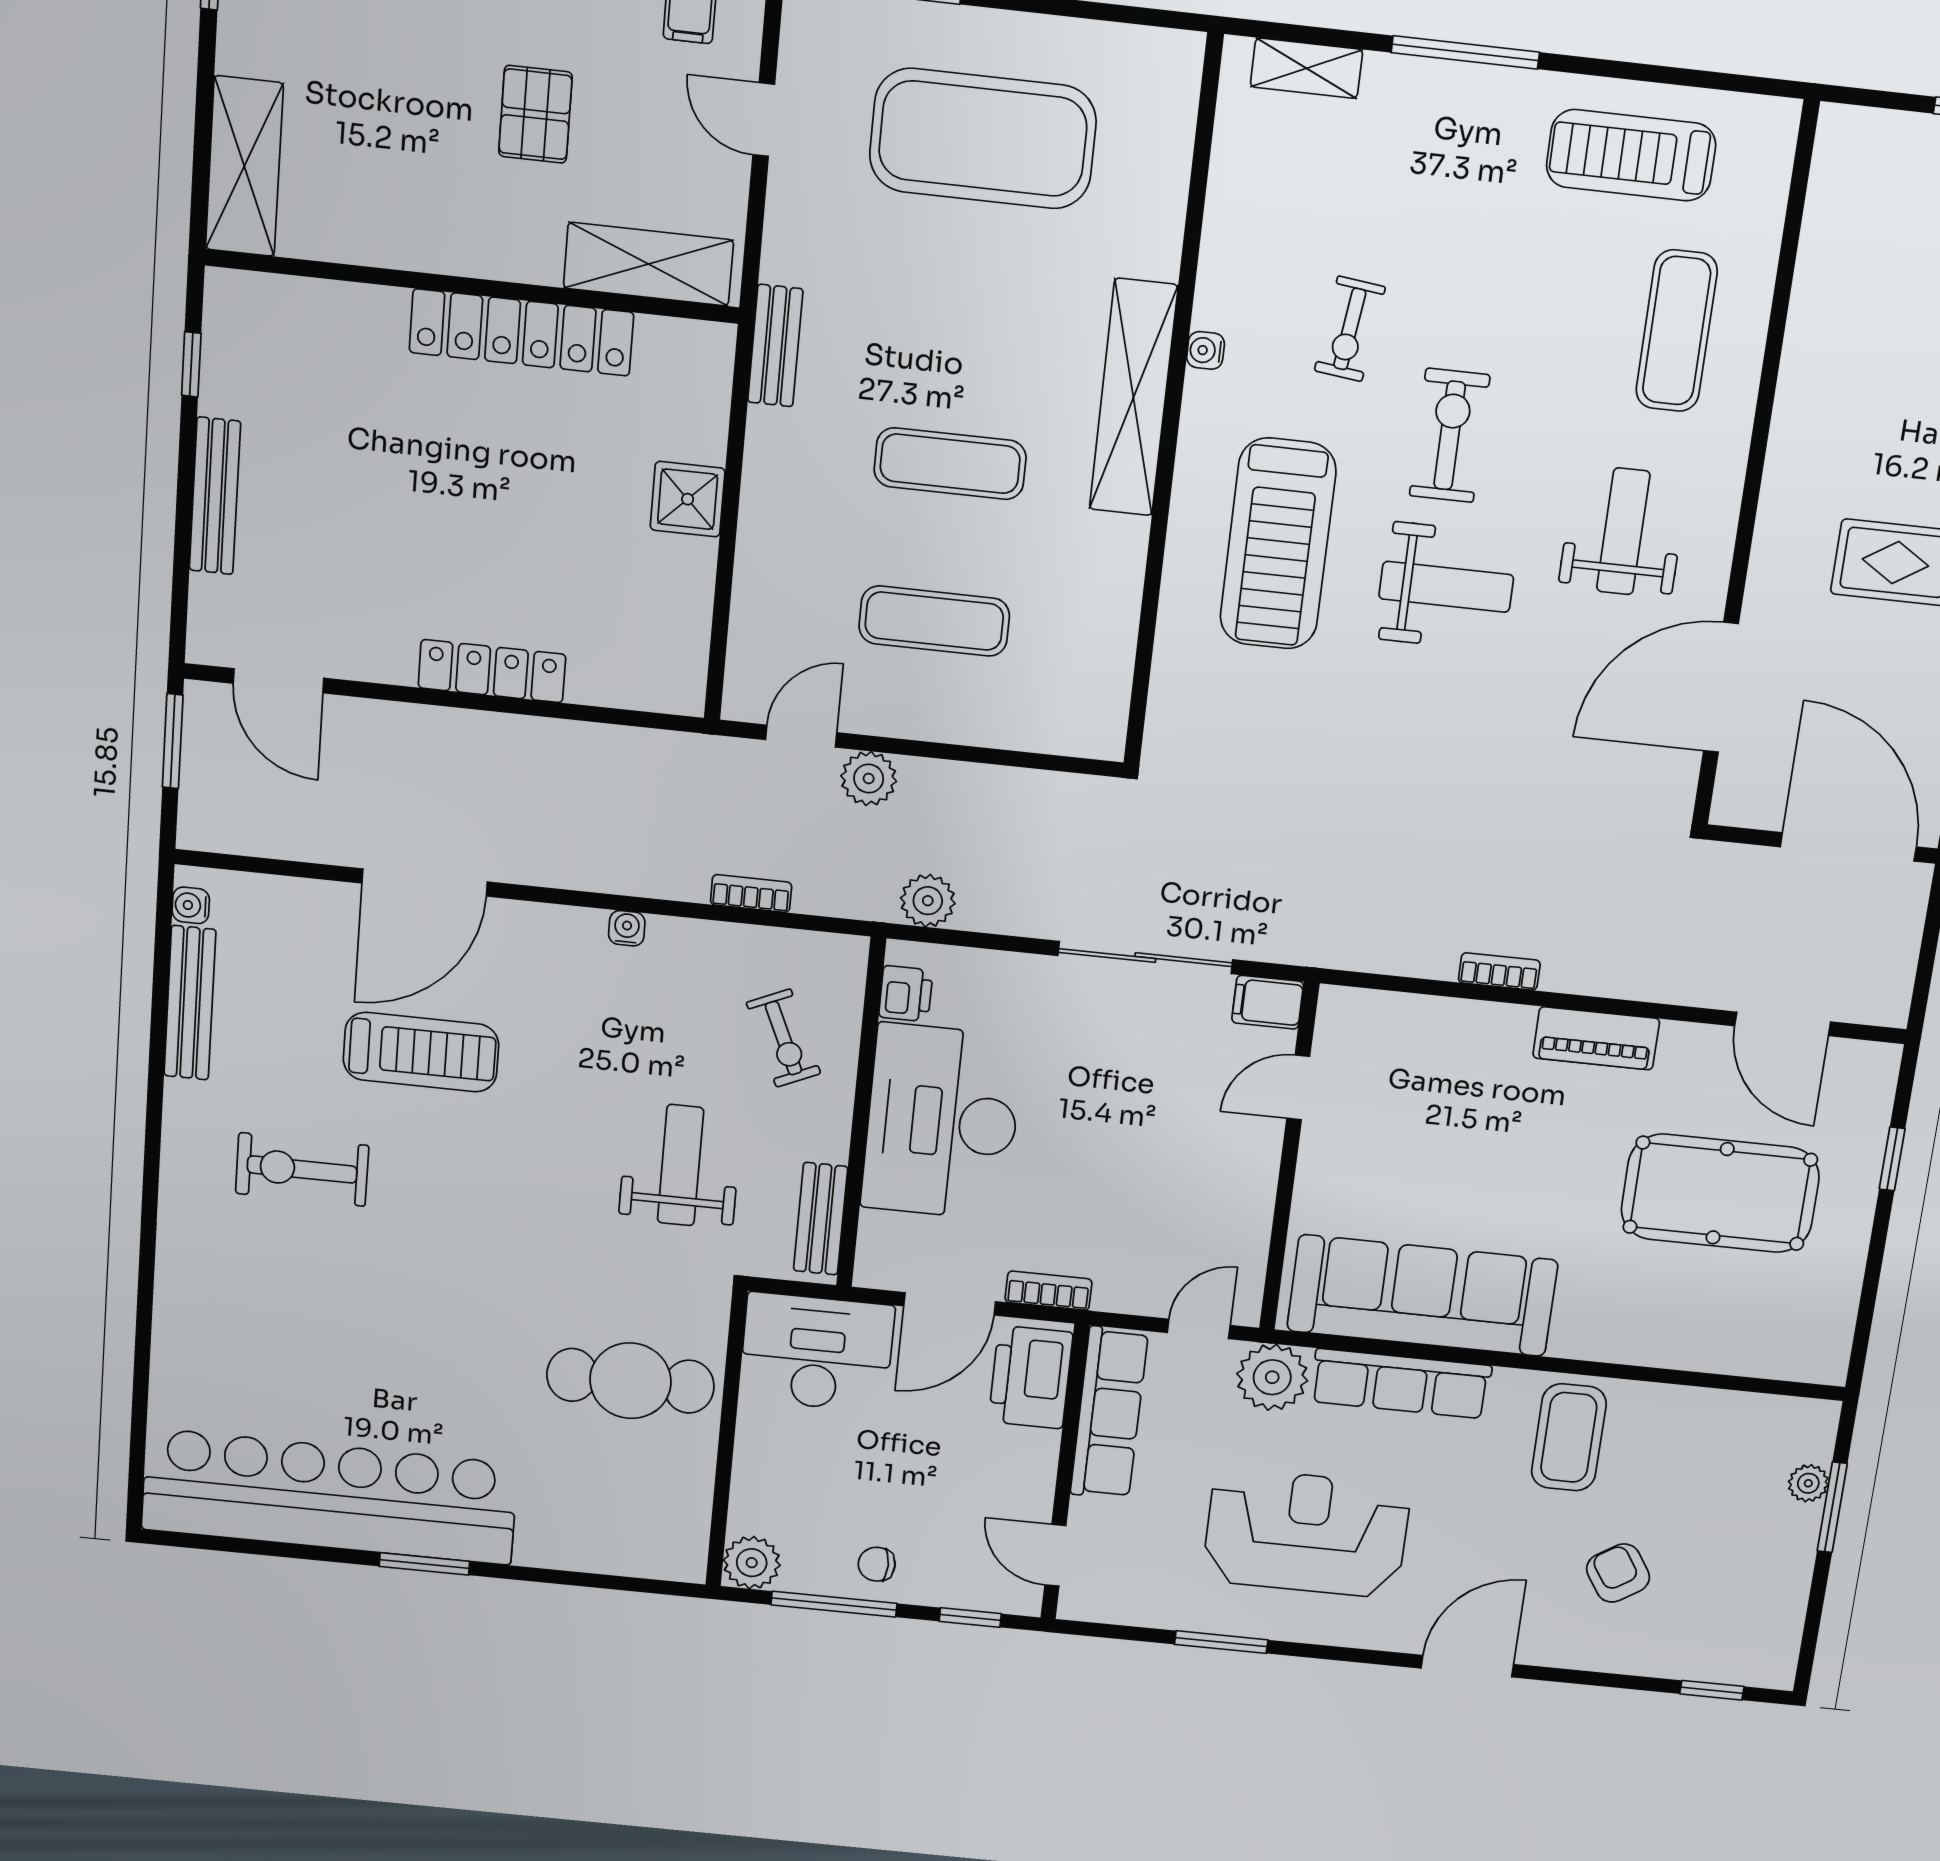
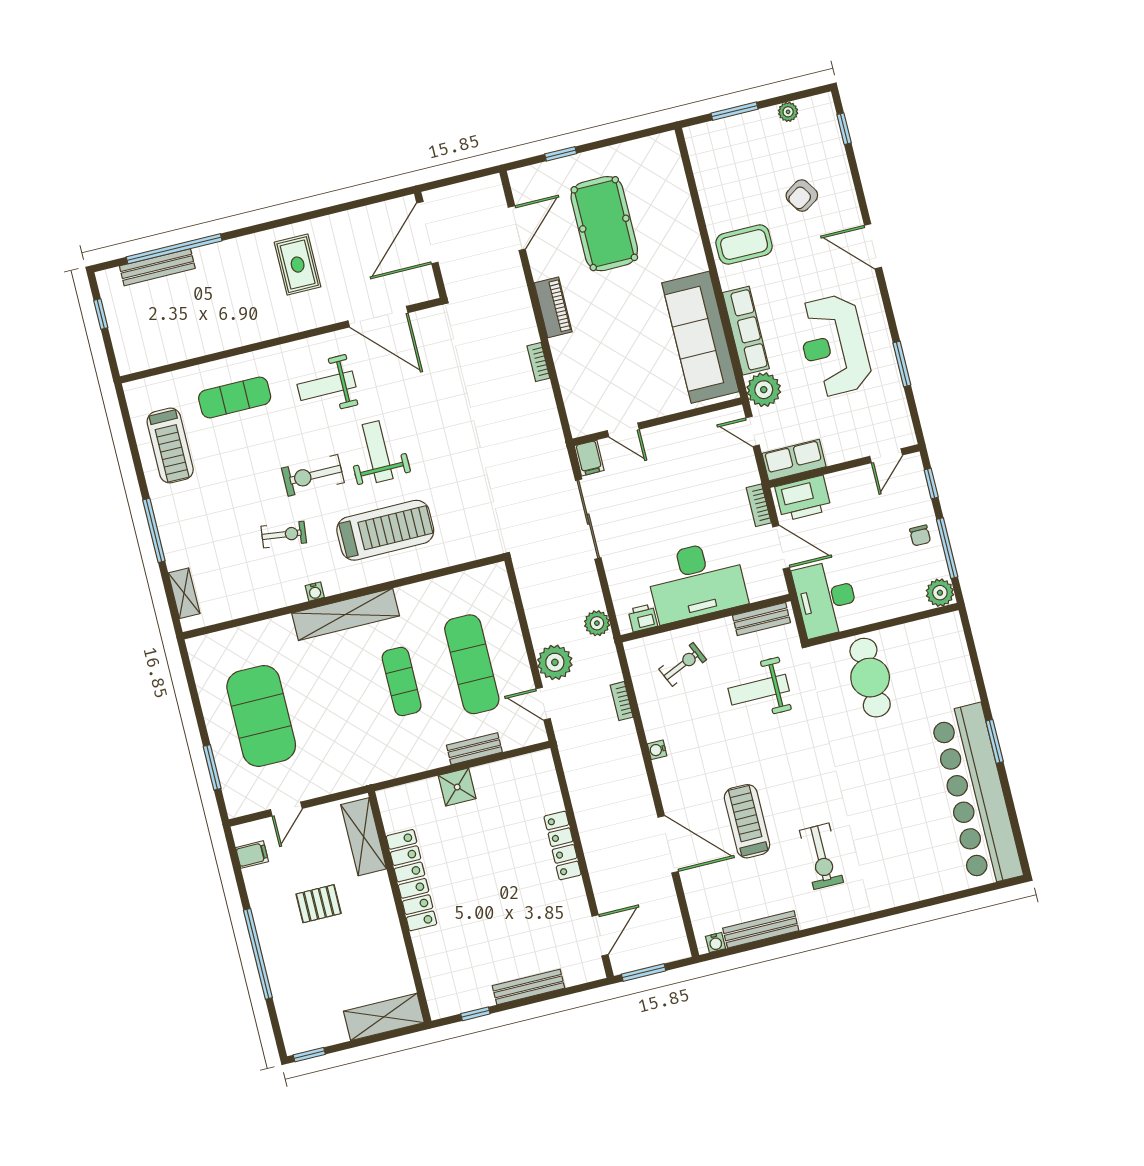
bench: (775, 346) -> (474, 749), moved
exercise mat: (934, 621) -> (472, 664), width x1.36, depth x1.45
plant: (869, 779) -> (555, 662), width x1.36, depth x1.36
row of seats: (1109, 1413) -> (794, 460), width x0.68
plant: (1808, 1483) -> (788, 112), moved

